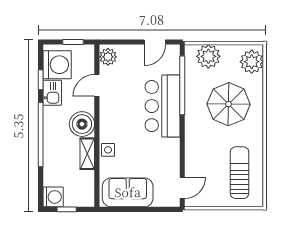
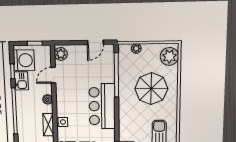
plant: (208, 56) -> (136, 48), width x0.53, depth x0.53
bar counter: (162, 106) -> (102, 106), moved
boiler: (82, 124) -> (48, 99), width x0.54, depth x0.54

